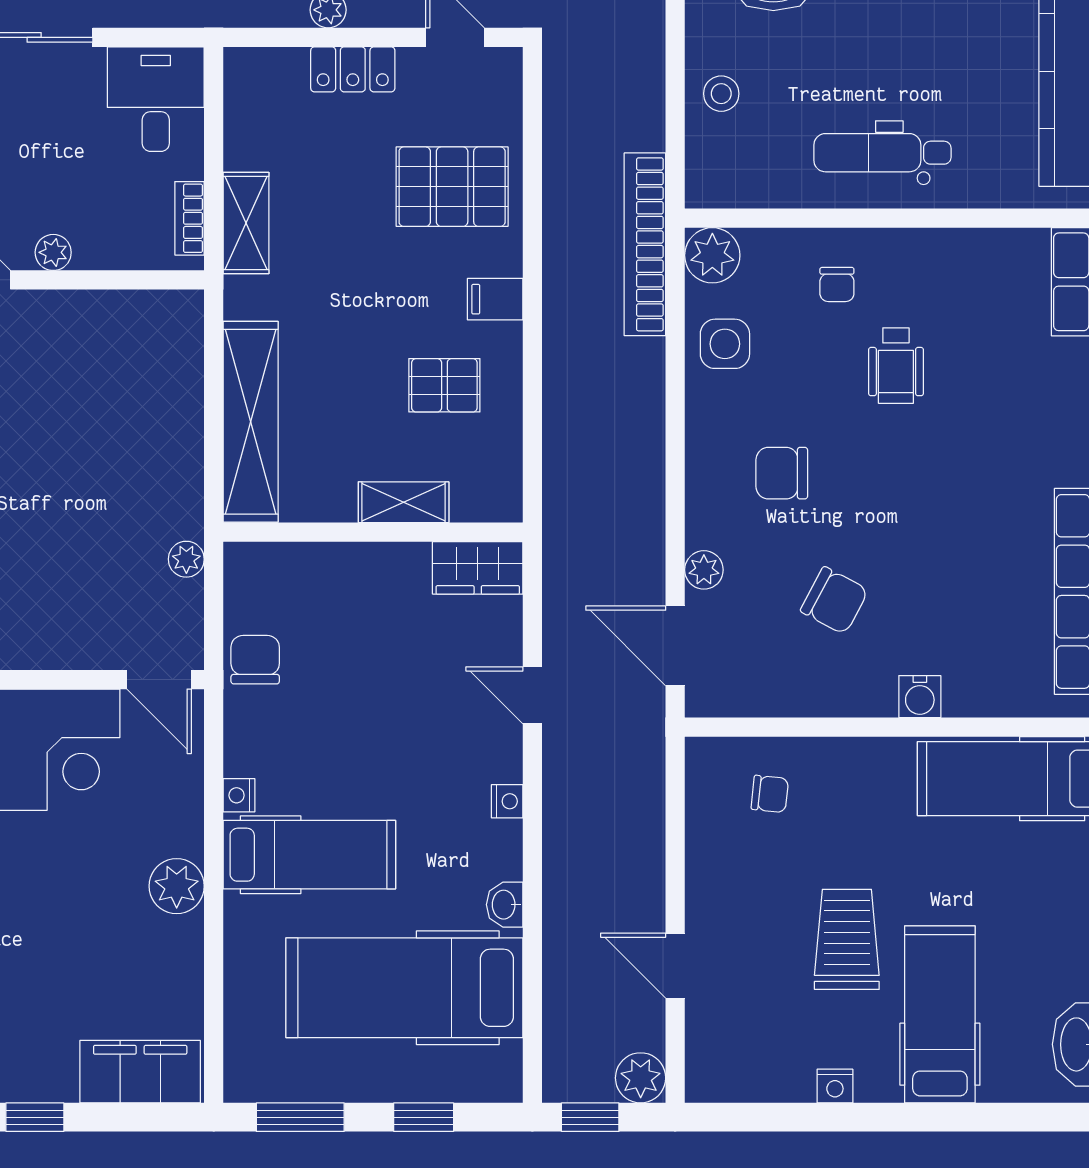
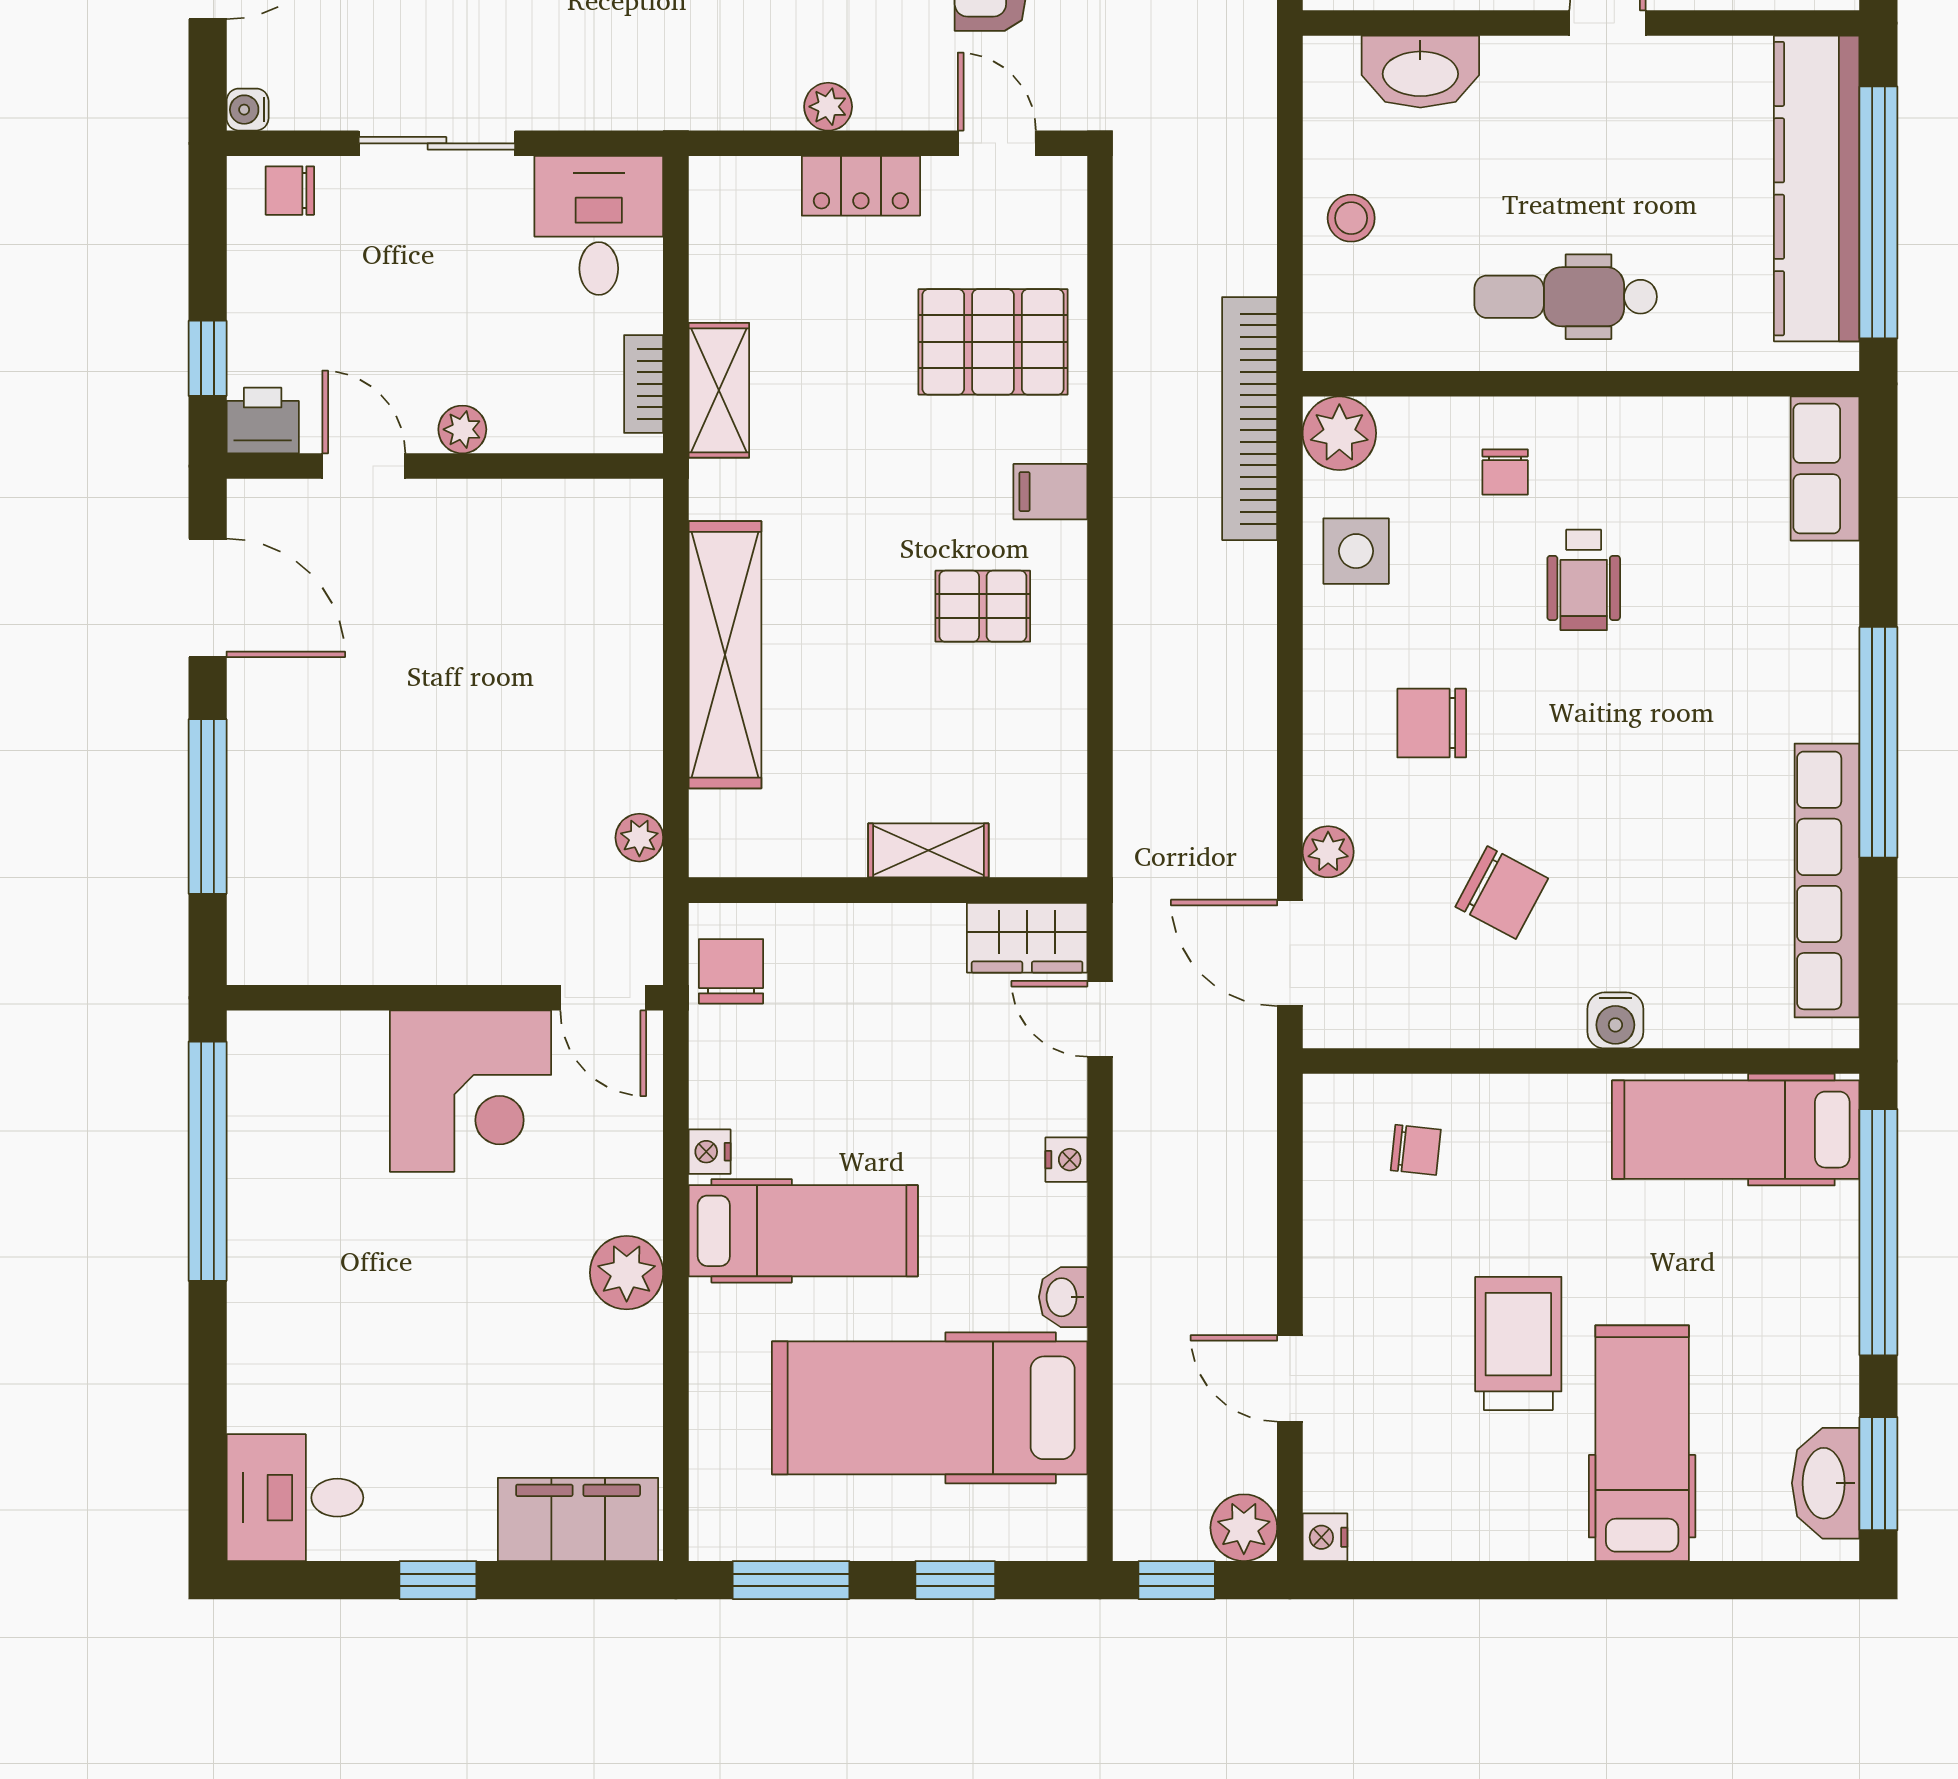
shelving: (404, 502) -> (928, 850), moved
wall: (373, 532) -> (888, 890), moved
wardrobe: (478, 568) -> (1027, 938), moved
nightstand: (835, 1086) -> (1325, 1537), moved, turned 90

